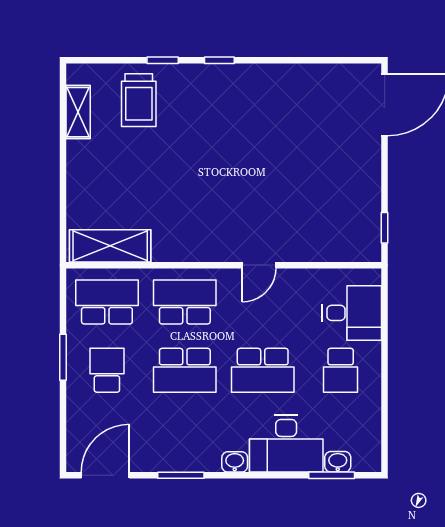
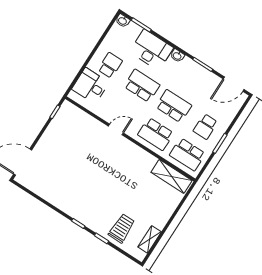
washbasin: (338, 462) -> (123, 21), moved

